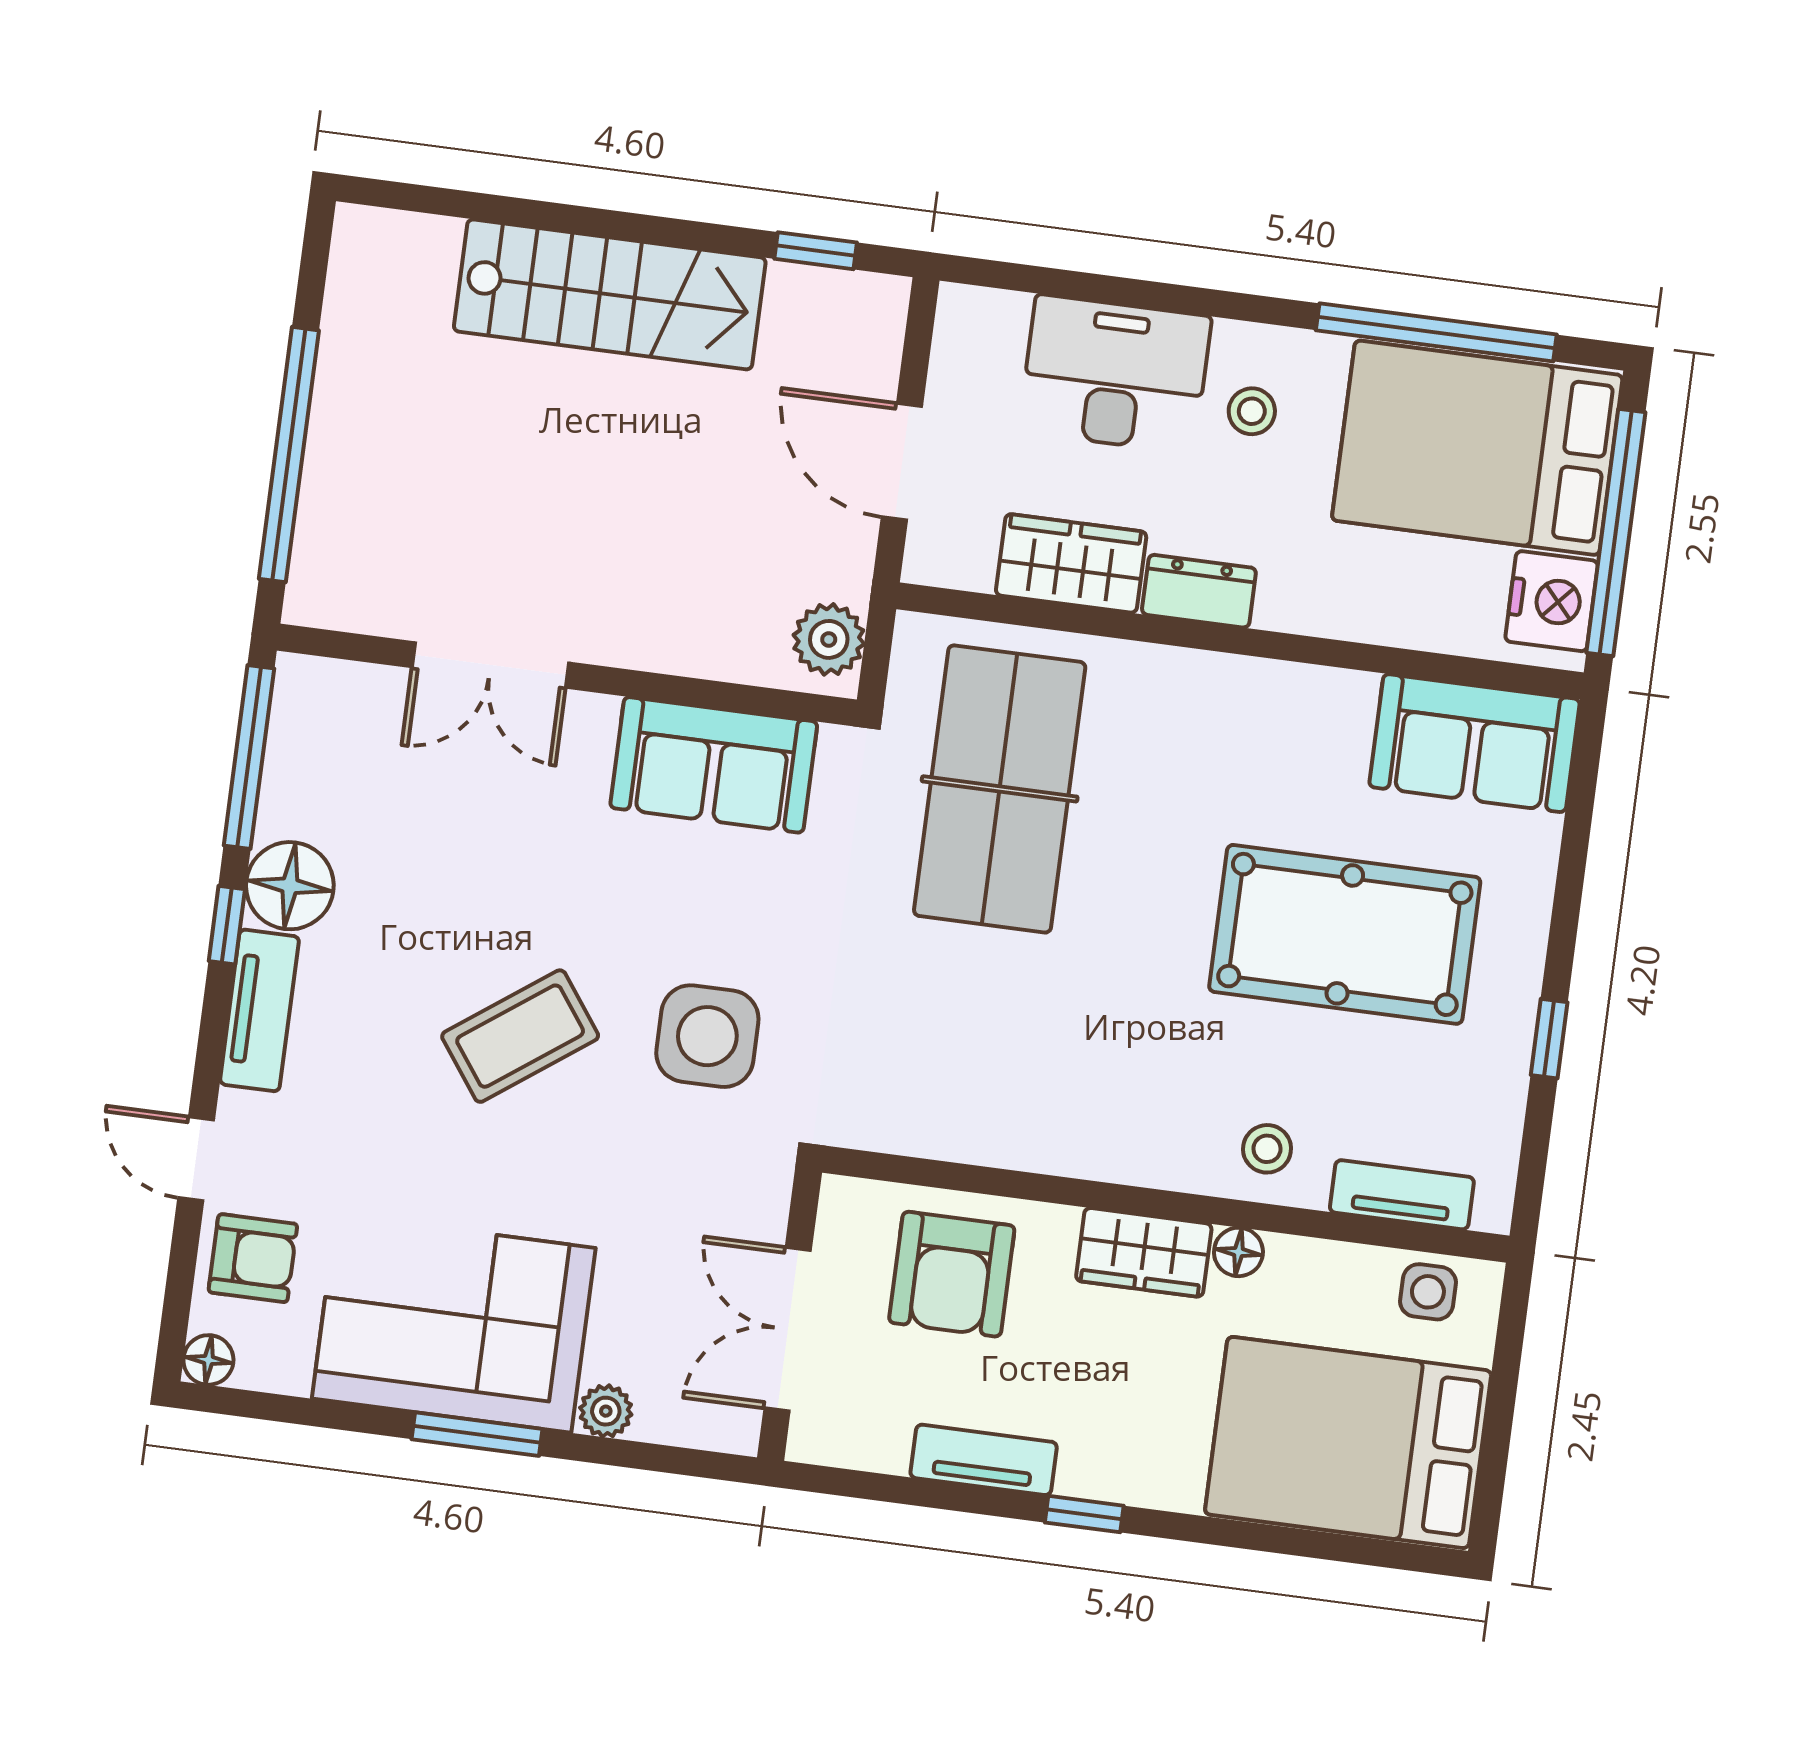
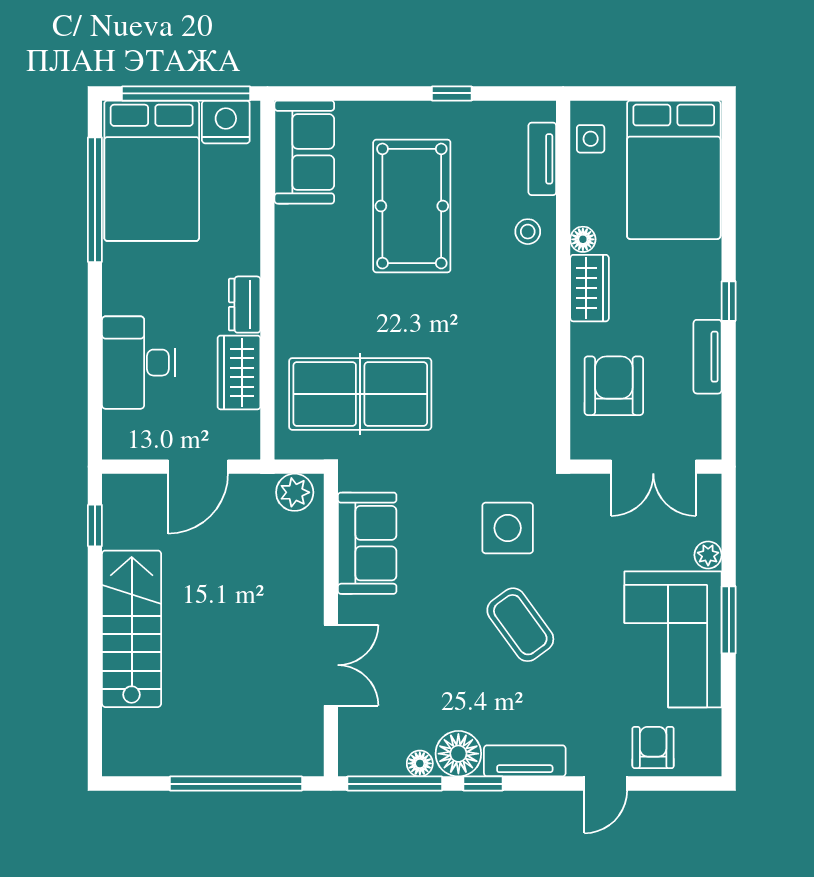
stool: (1252, 411) -> (148, 290), removed
armchair: (952, 1274) -> (614, 386), turned -90
floor lamp: (208, 1360) -> (420, 763), moved

